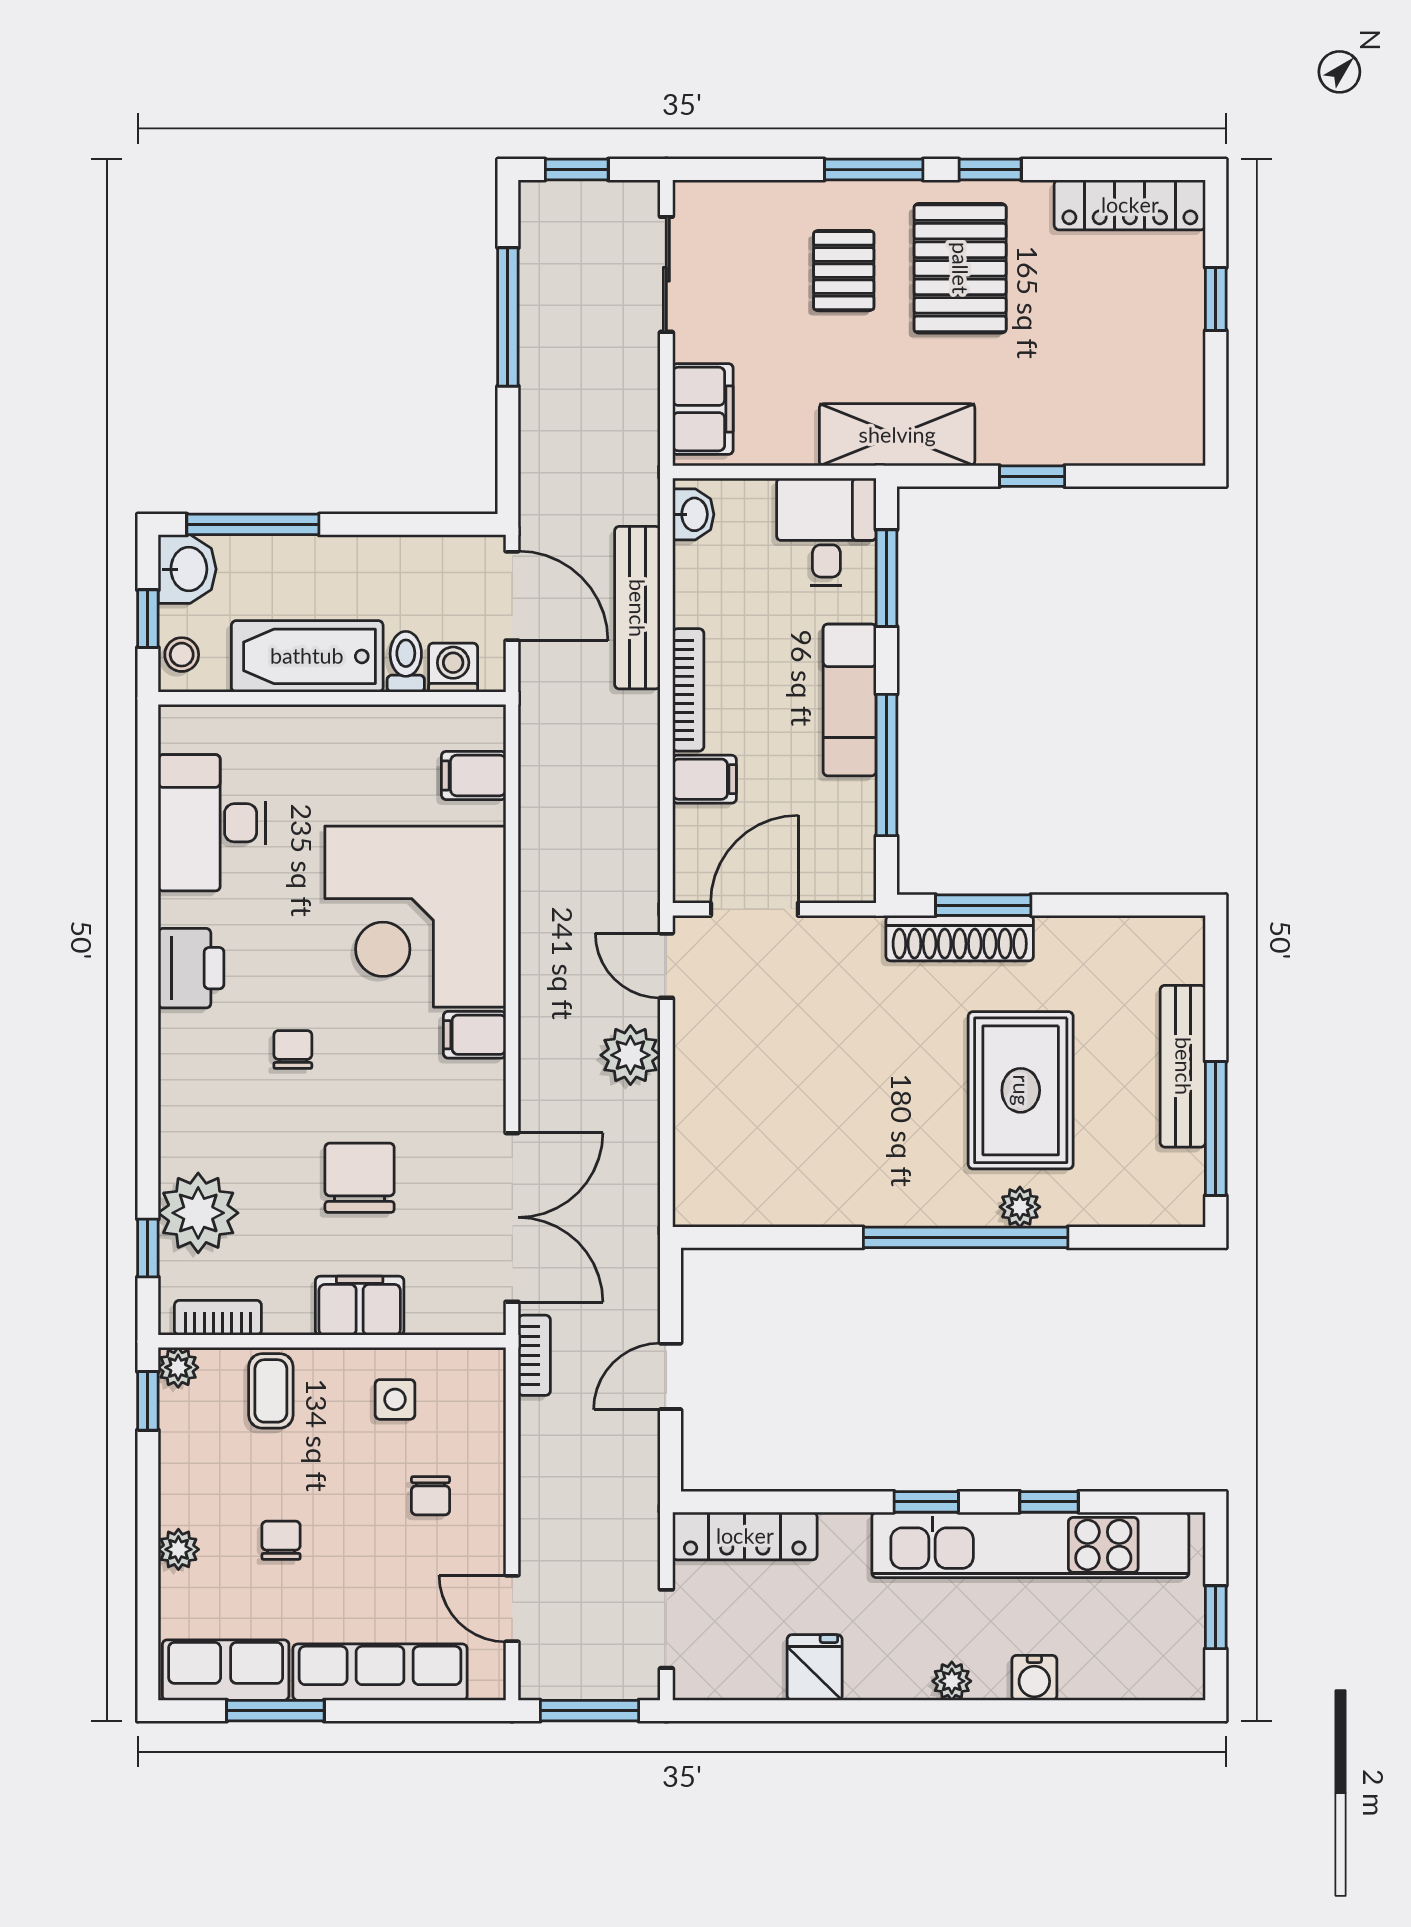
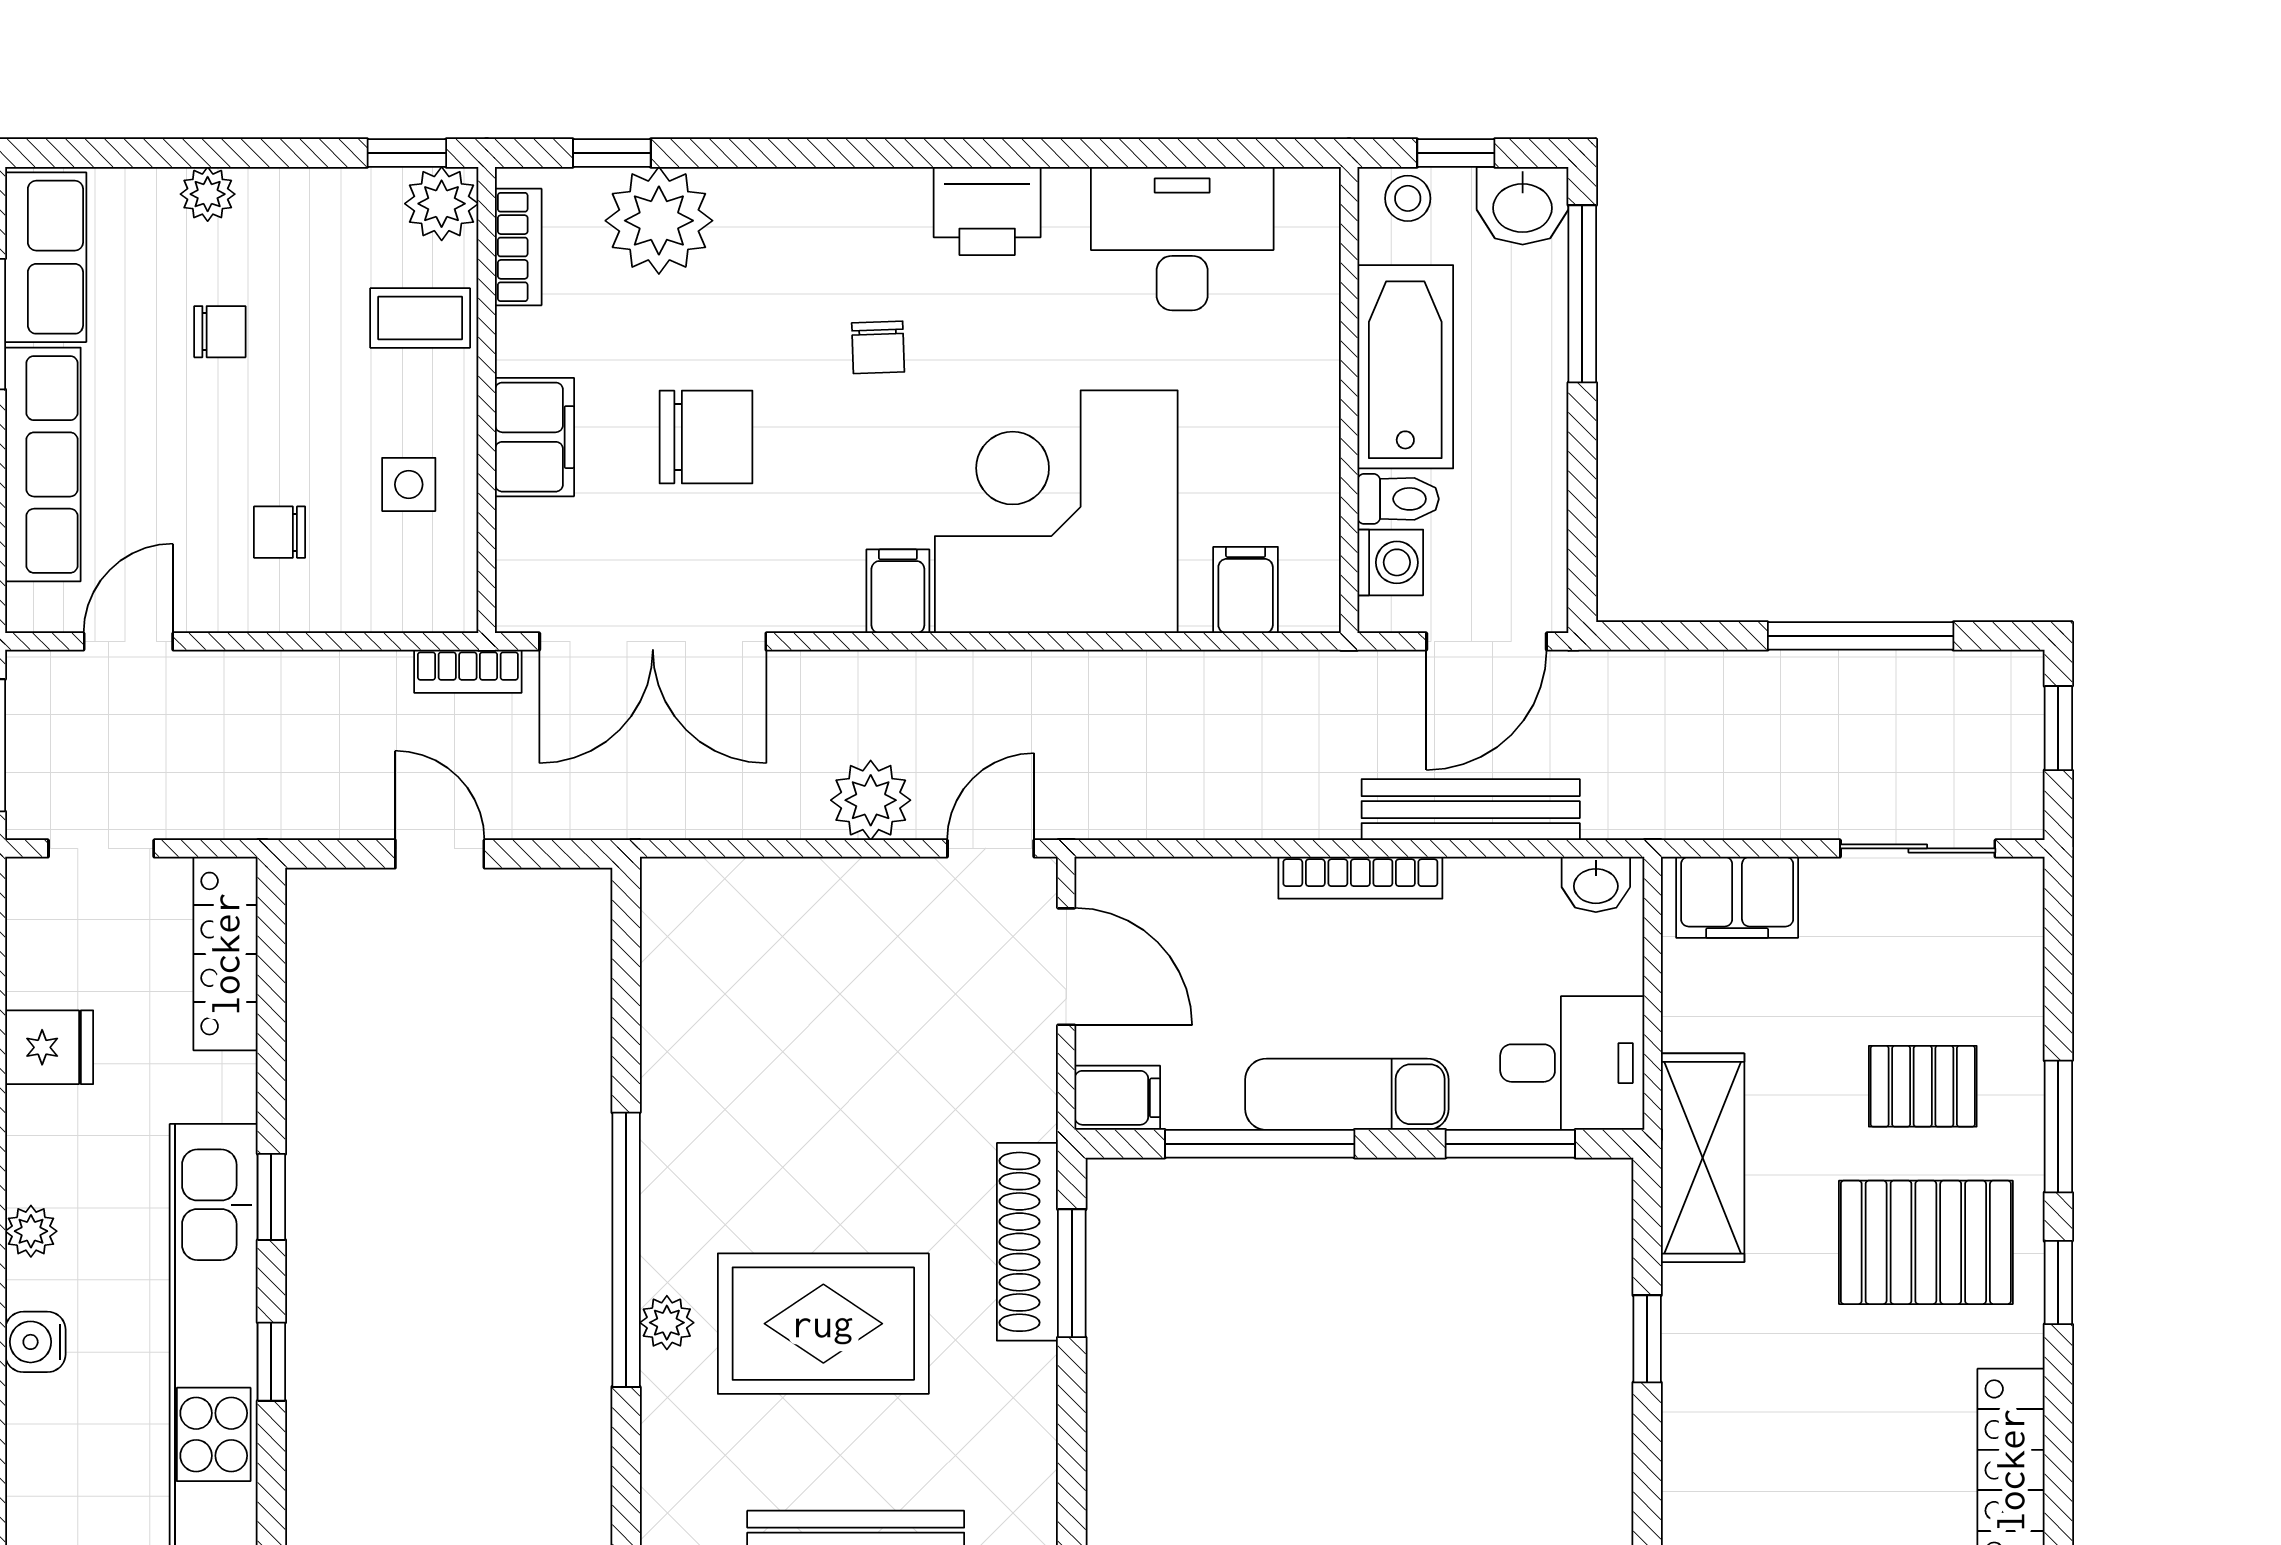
filing cabinet: (704, 779) -> (1117, 1098), moved, turned -90
chair: (293, 1050) -> (878, 347), turned 88
plant: (178, 1367) -> (442, 204), width x1.38, depth x1.38

